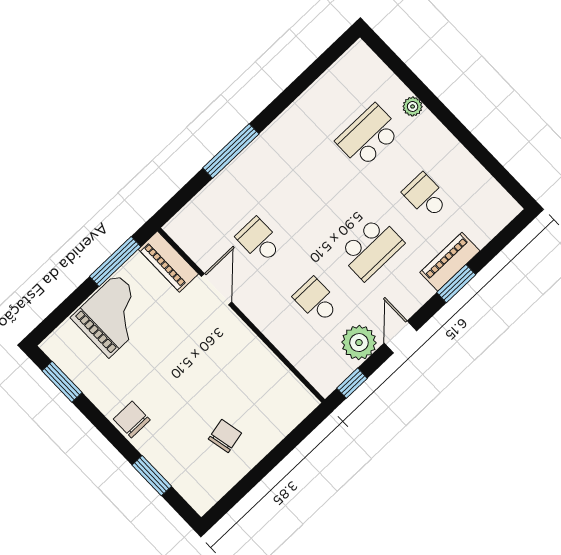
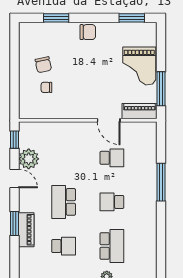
school desk: (316, 300) -> (112, 202), moved, turned 180
chair: (249, 405) -> (46, 87), added

